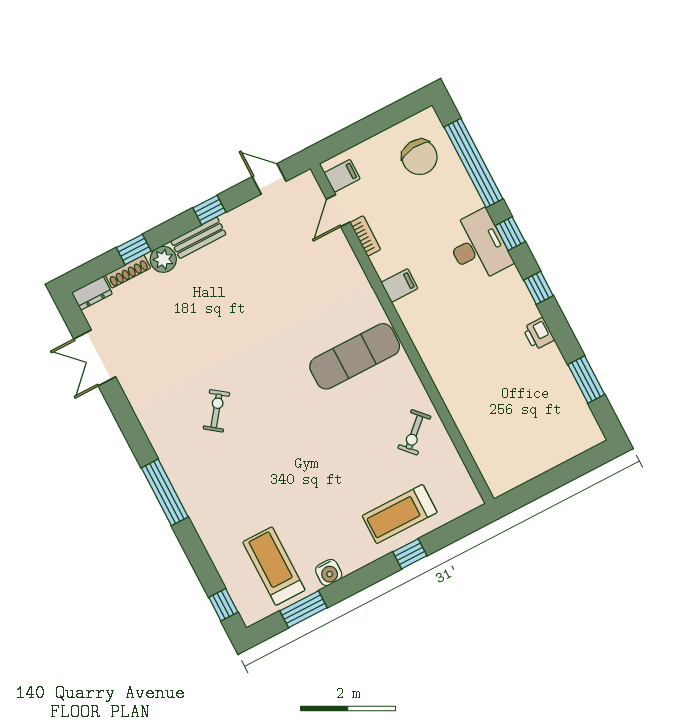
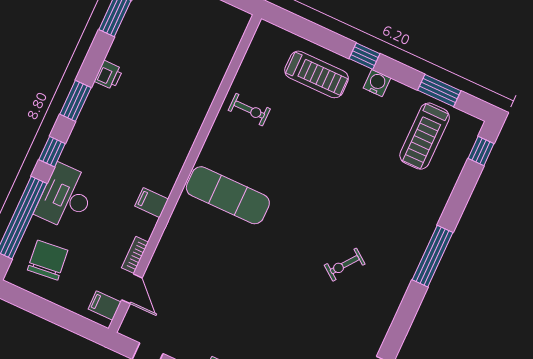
door: (338, 211) -> (132, 289), hinge flipped
desk: (478, 247) -> (66, 197), moved
window: (538, 288) -> (75, 101), width x1.50
exercise bike: (414, 432) -> (249, 110), turned 43
window: (410, 554) -> (364, 56), moved
water cooler: (329, 572) -> (377, 83), moved

